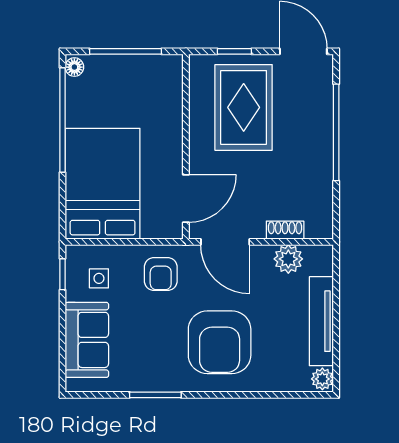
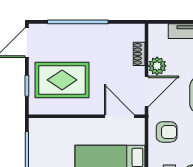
plant: (288, 259) -> (157, 66), moved

